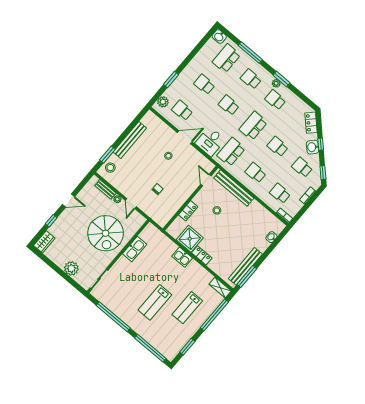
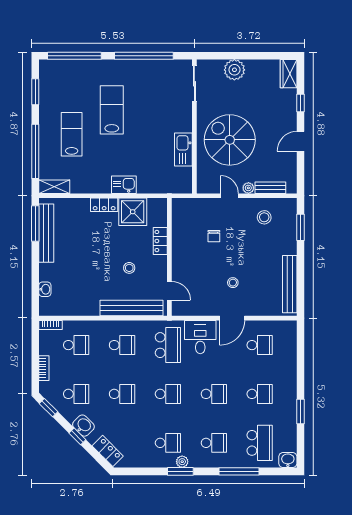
window: (171, 80) -> (301, 411), moved
plant: (163, 102) -> (289, 337), removed
school desk: (253, 126) -> (168, 394), width x0.54
bench: (130, 140) -> (290, 284), moved
stool: (110, 168) -> (264, 217), moved

